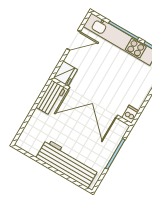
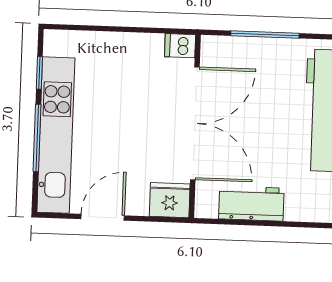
door: (74, 40) -> (103, 217), hinge flipped
workbench: (51, 98) -> (251, 204), moved

